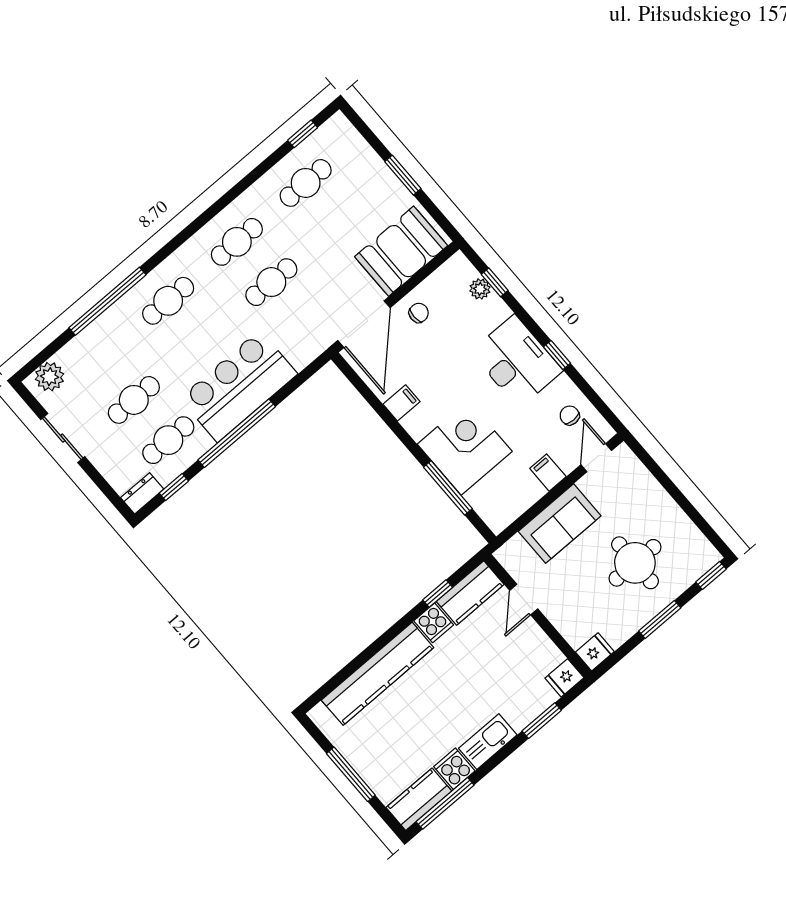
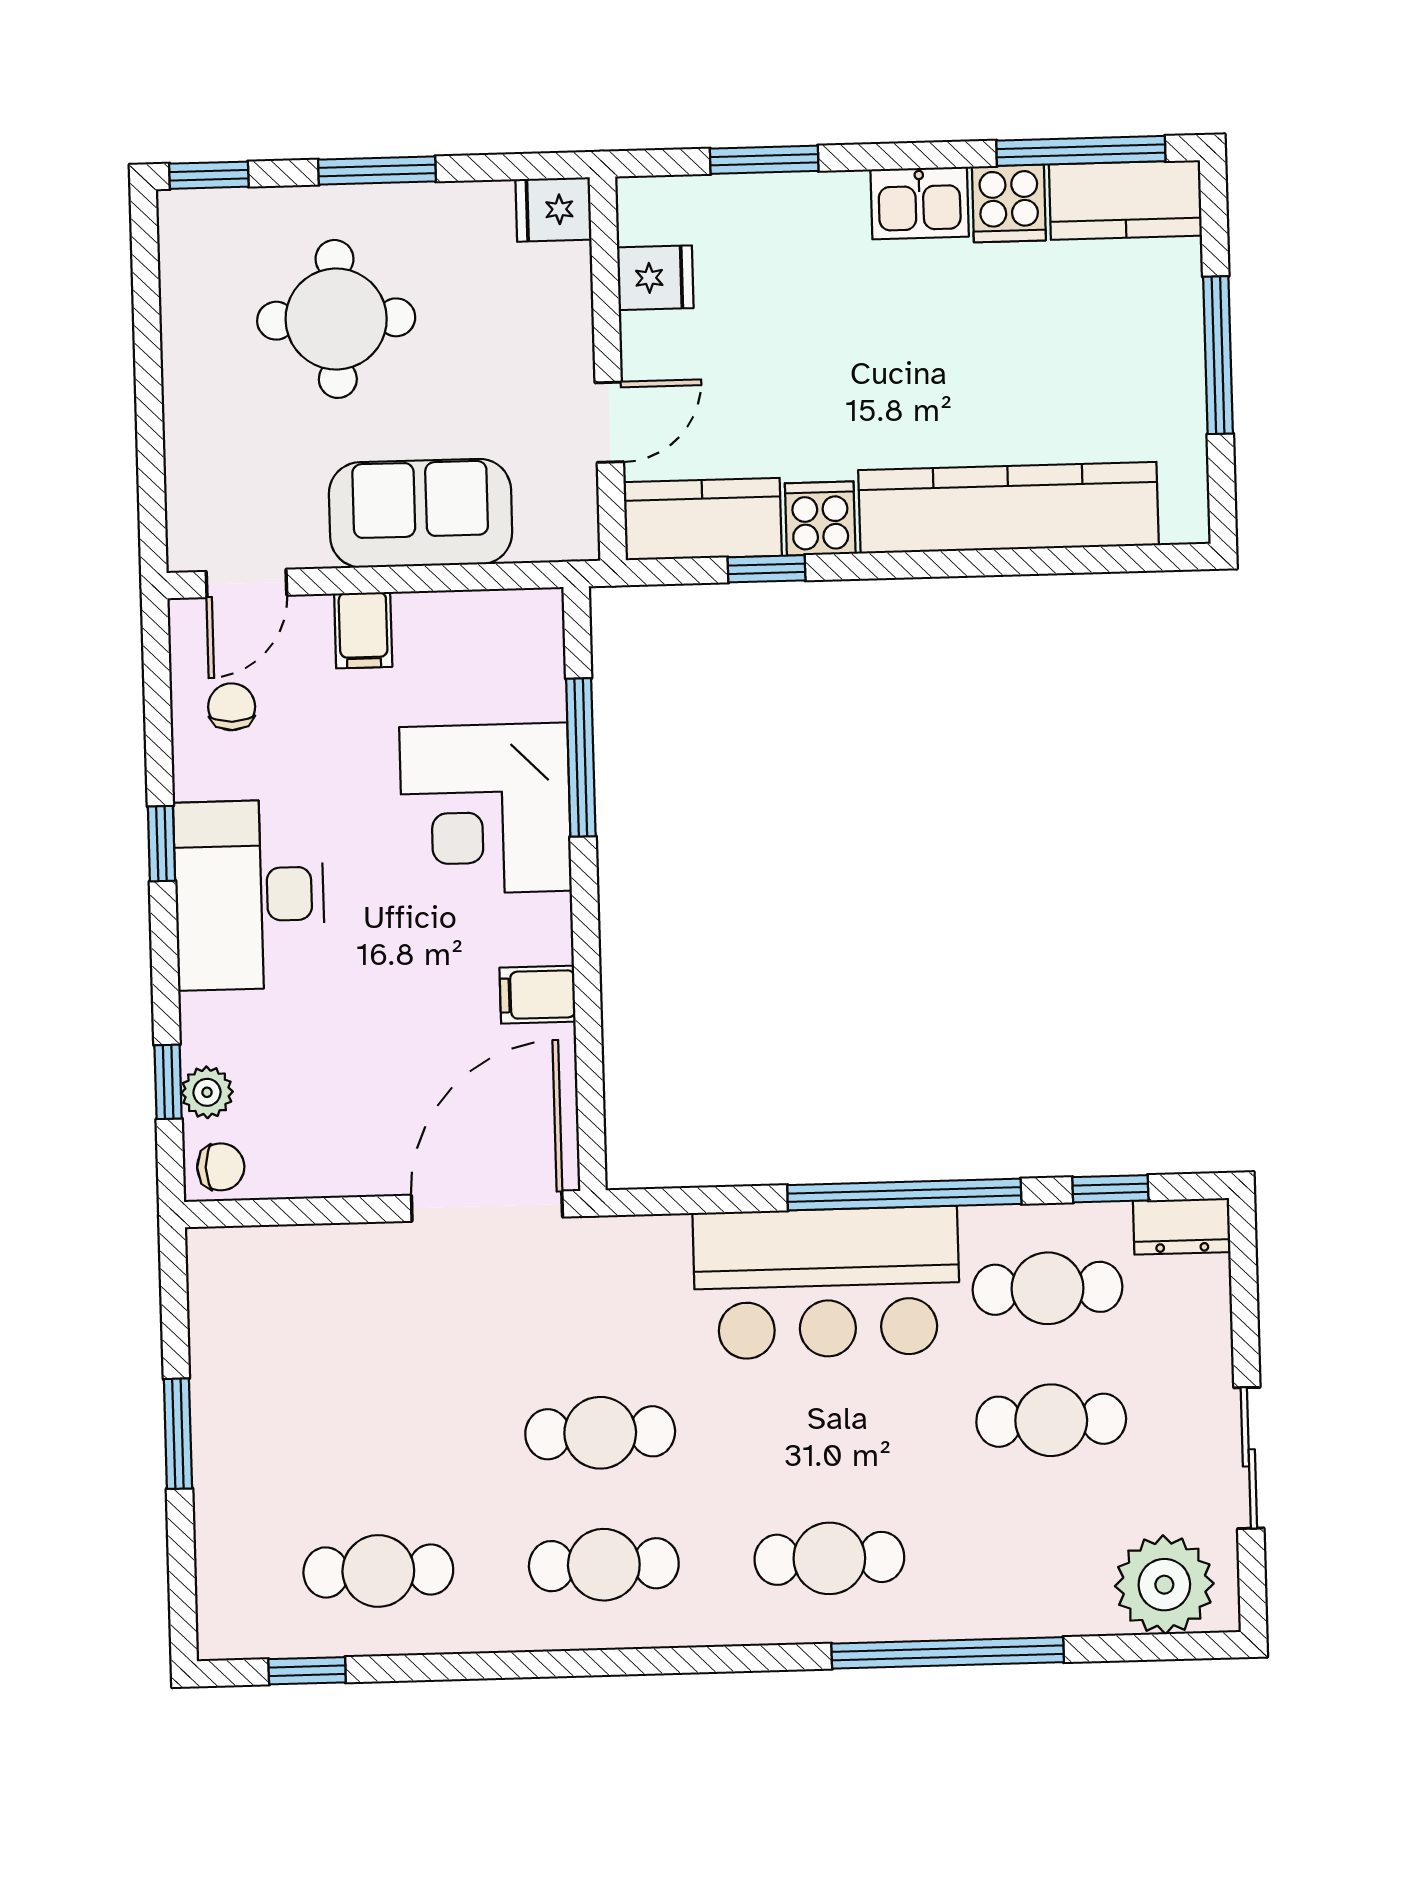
booth: (401, 251) -> (300, 1289), removed
chair: (419, 313) -> (221, 1167), moved, turned 180
plant: (50, 377) -> (1164, 1585), width x1.36, depth x1.36
chair: (570, 415) -> (232, 707), turned 180
fridge: (564, 678) -> (655, 278), moved
kitchen sink: (488, 742) -> (920, 203), width x0.73

